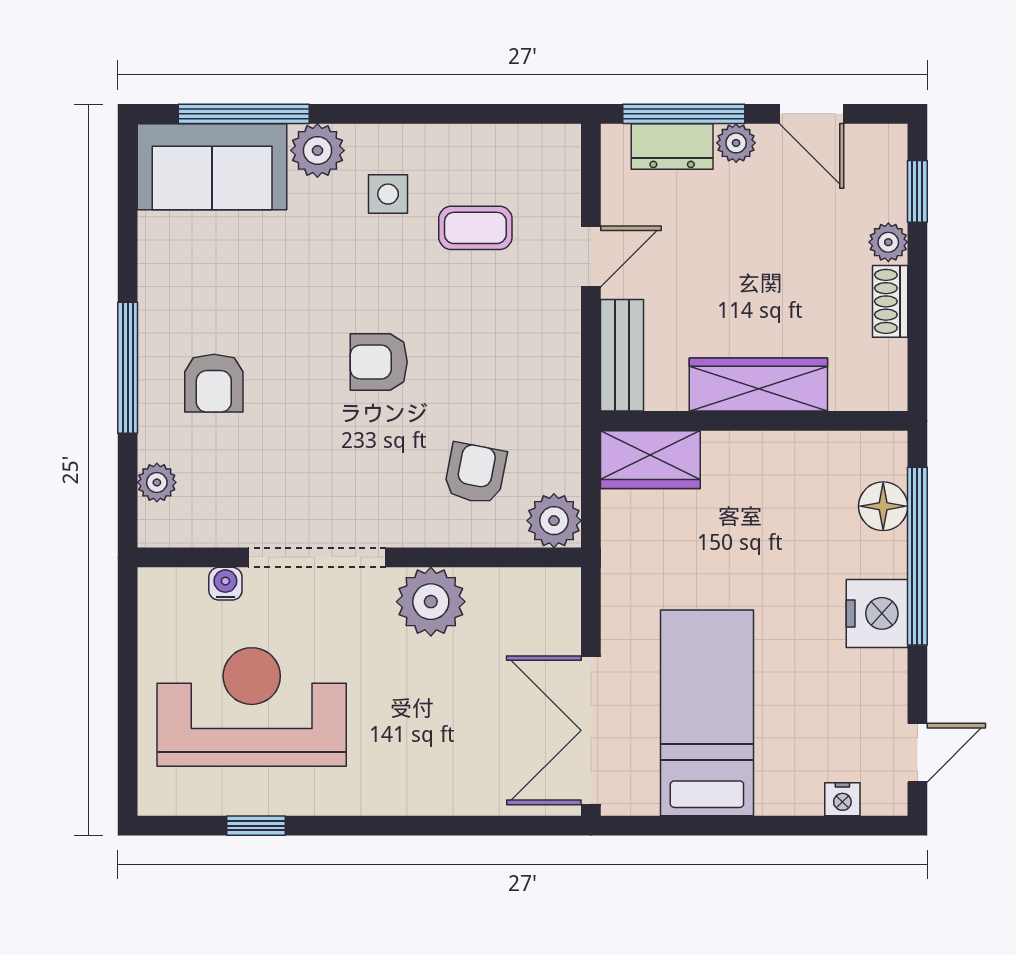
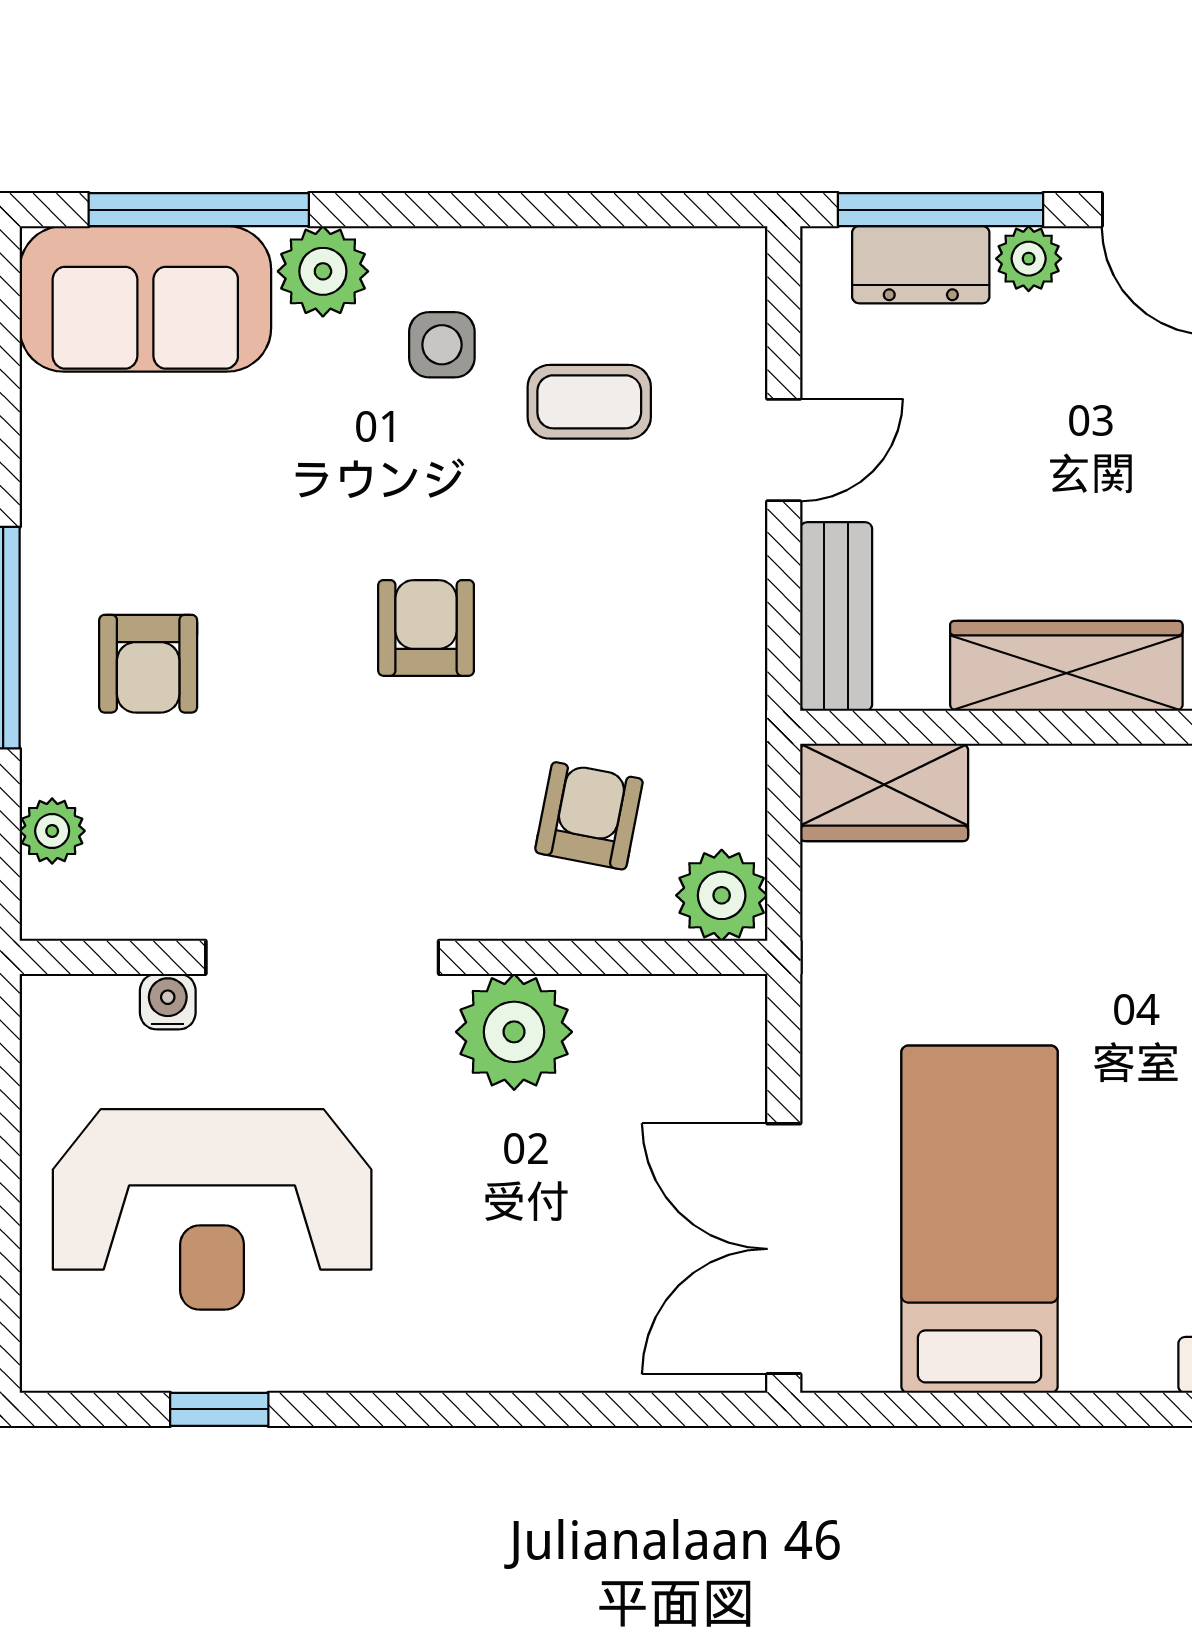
armchair: (379, 362) -> (426, 628), turned 90
reception desk: (252, 707) -> (212, 1209), turned 180

